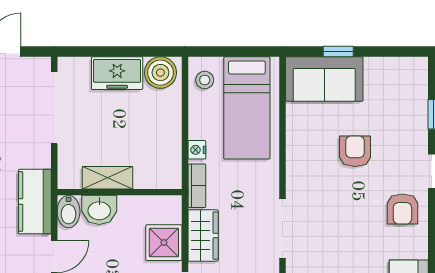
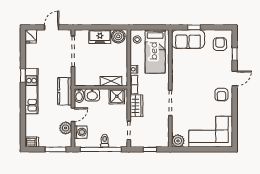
armchair: (355, 151) -> (220, 44), moved
shelving: (108, 178) -> (111, 81), moved
shower: (164, 243) -> (117, 96), moved

